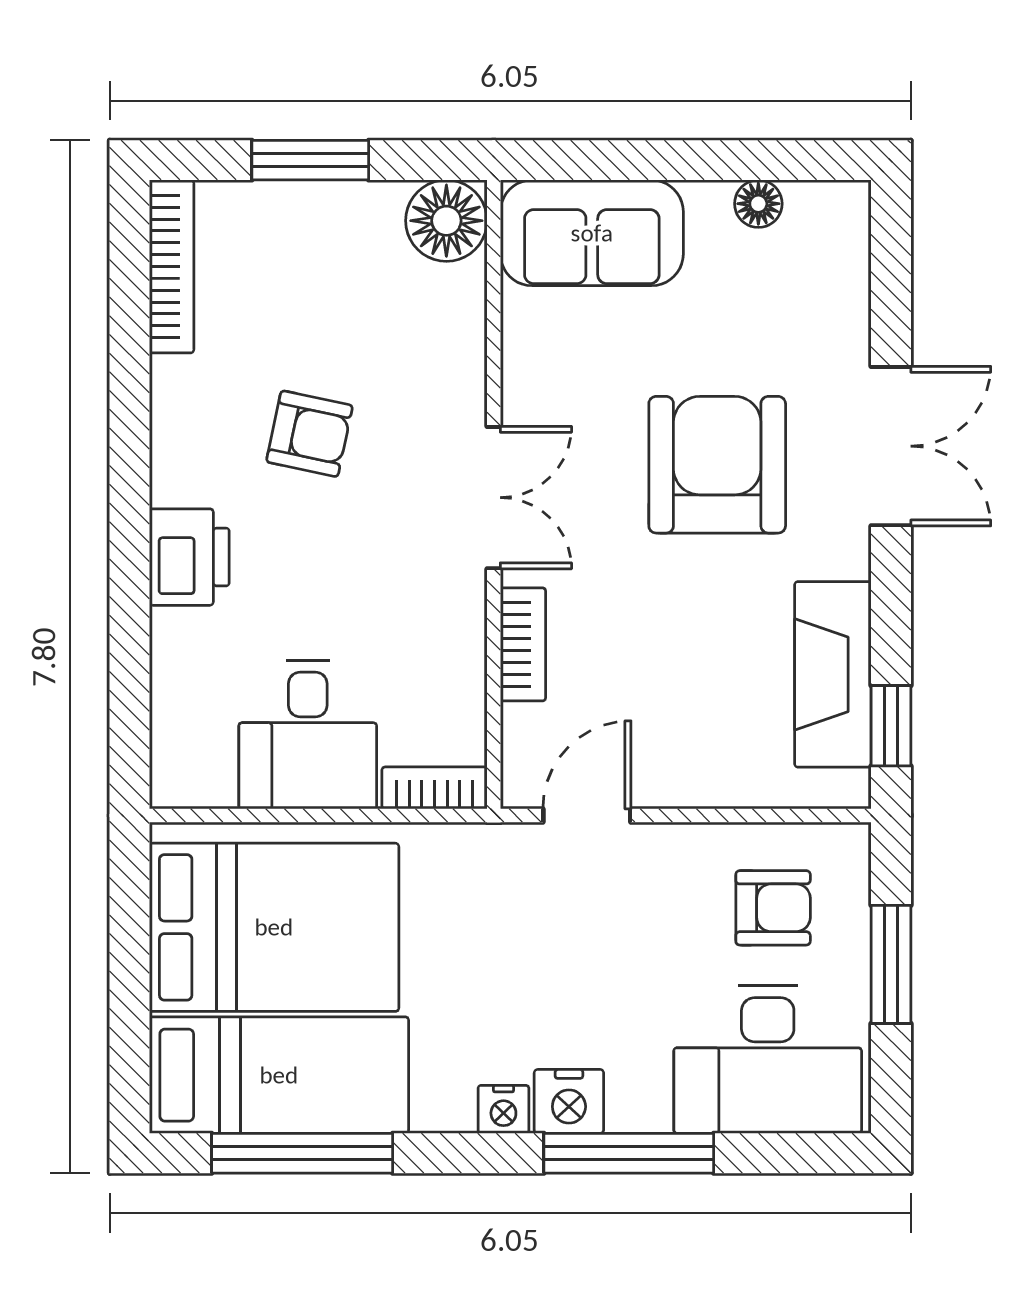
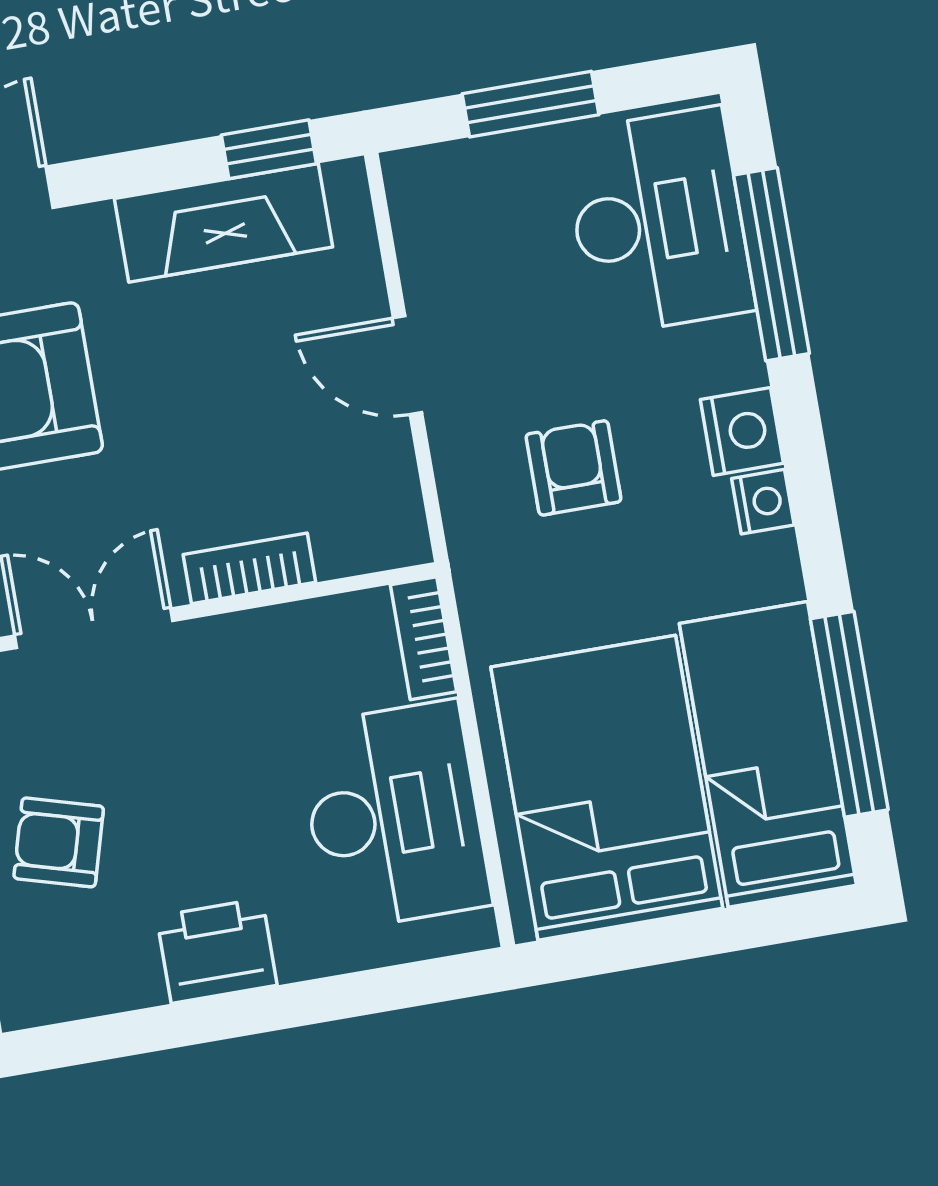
armchair: (309, 434) -> (59, 842), turned -86
desk: (308, 735) -> (394, 815), width x1.37
door: (587, 816) -> (408, 365), moved
armchair: (773, 908) -> (573, 468), moved
window: (629, 1153) -> (771, 264), moved

